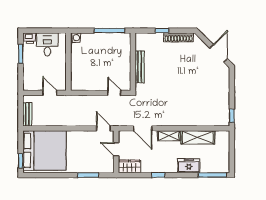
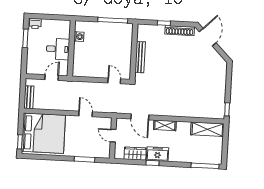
washing machine: (75, 38) -> (79, 37), moved
desk: (47, 44) -> (58, 49), moved, turned 90
door: (219, 53) -> (208, 37), moved
door: (50, 93) -> (52, 78), hinge flipped
door: (103, 128) -> (86, 114), moved
shelving: (198, 137) -> (207, 129), moved
wardrobe: (129, 166) -> (135, 154), moved
freezer: (189, 166) -> (158, 154), moved

